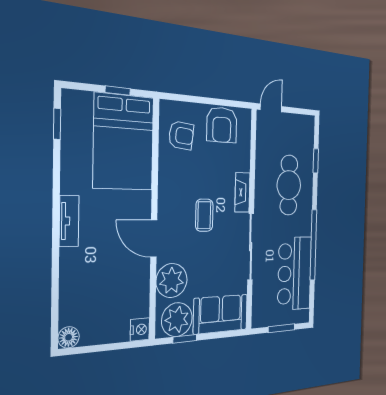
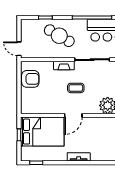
armchair: (181, 135) -> (37, 102), removed
cafe table: (289, 185) -> (59, 36), turned 30
door: (154, 238) -> (73, 115), moved

